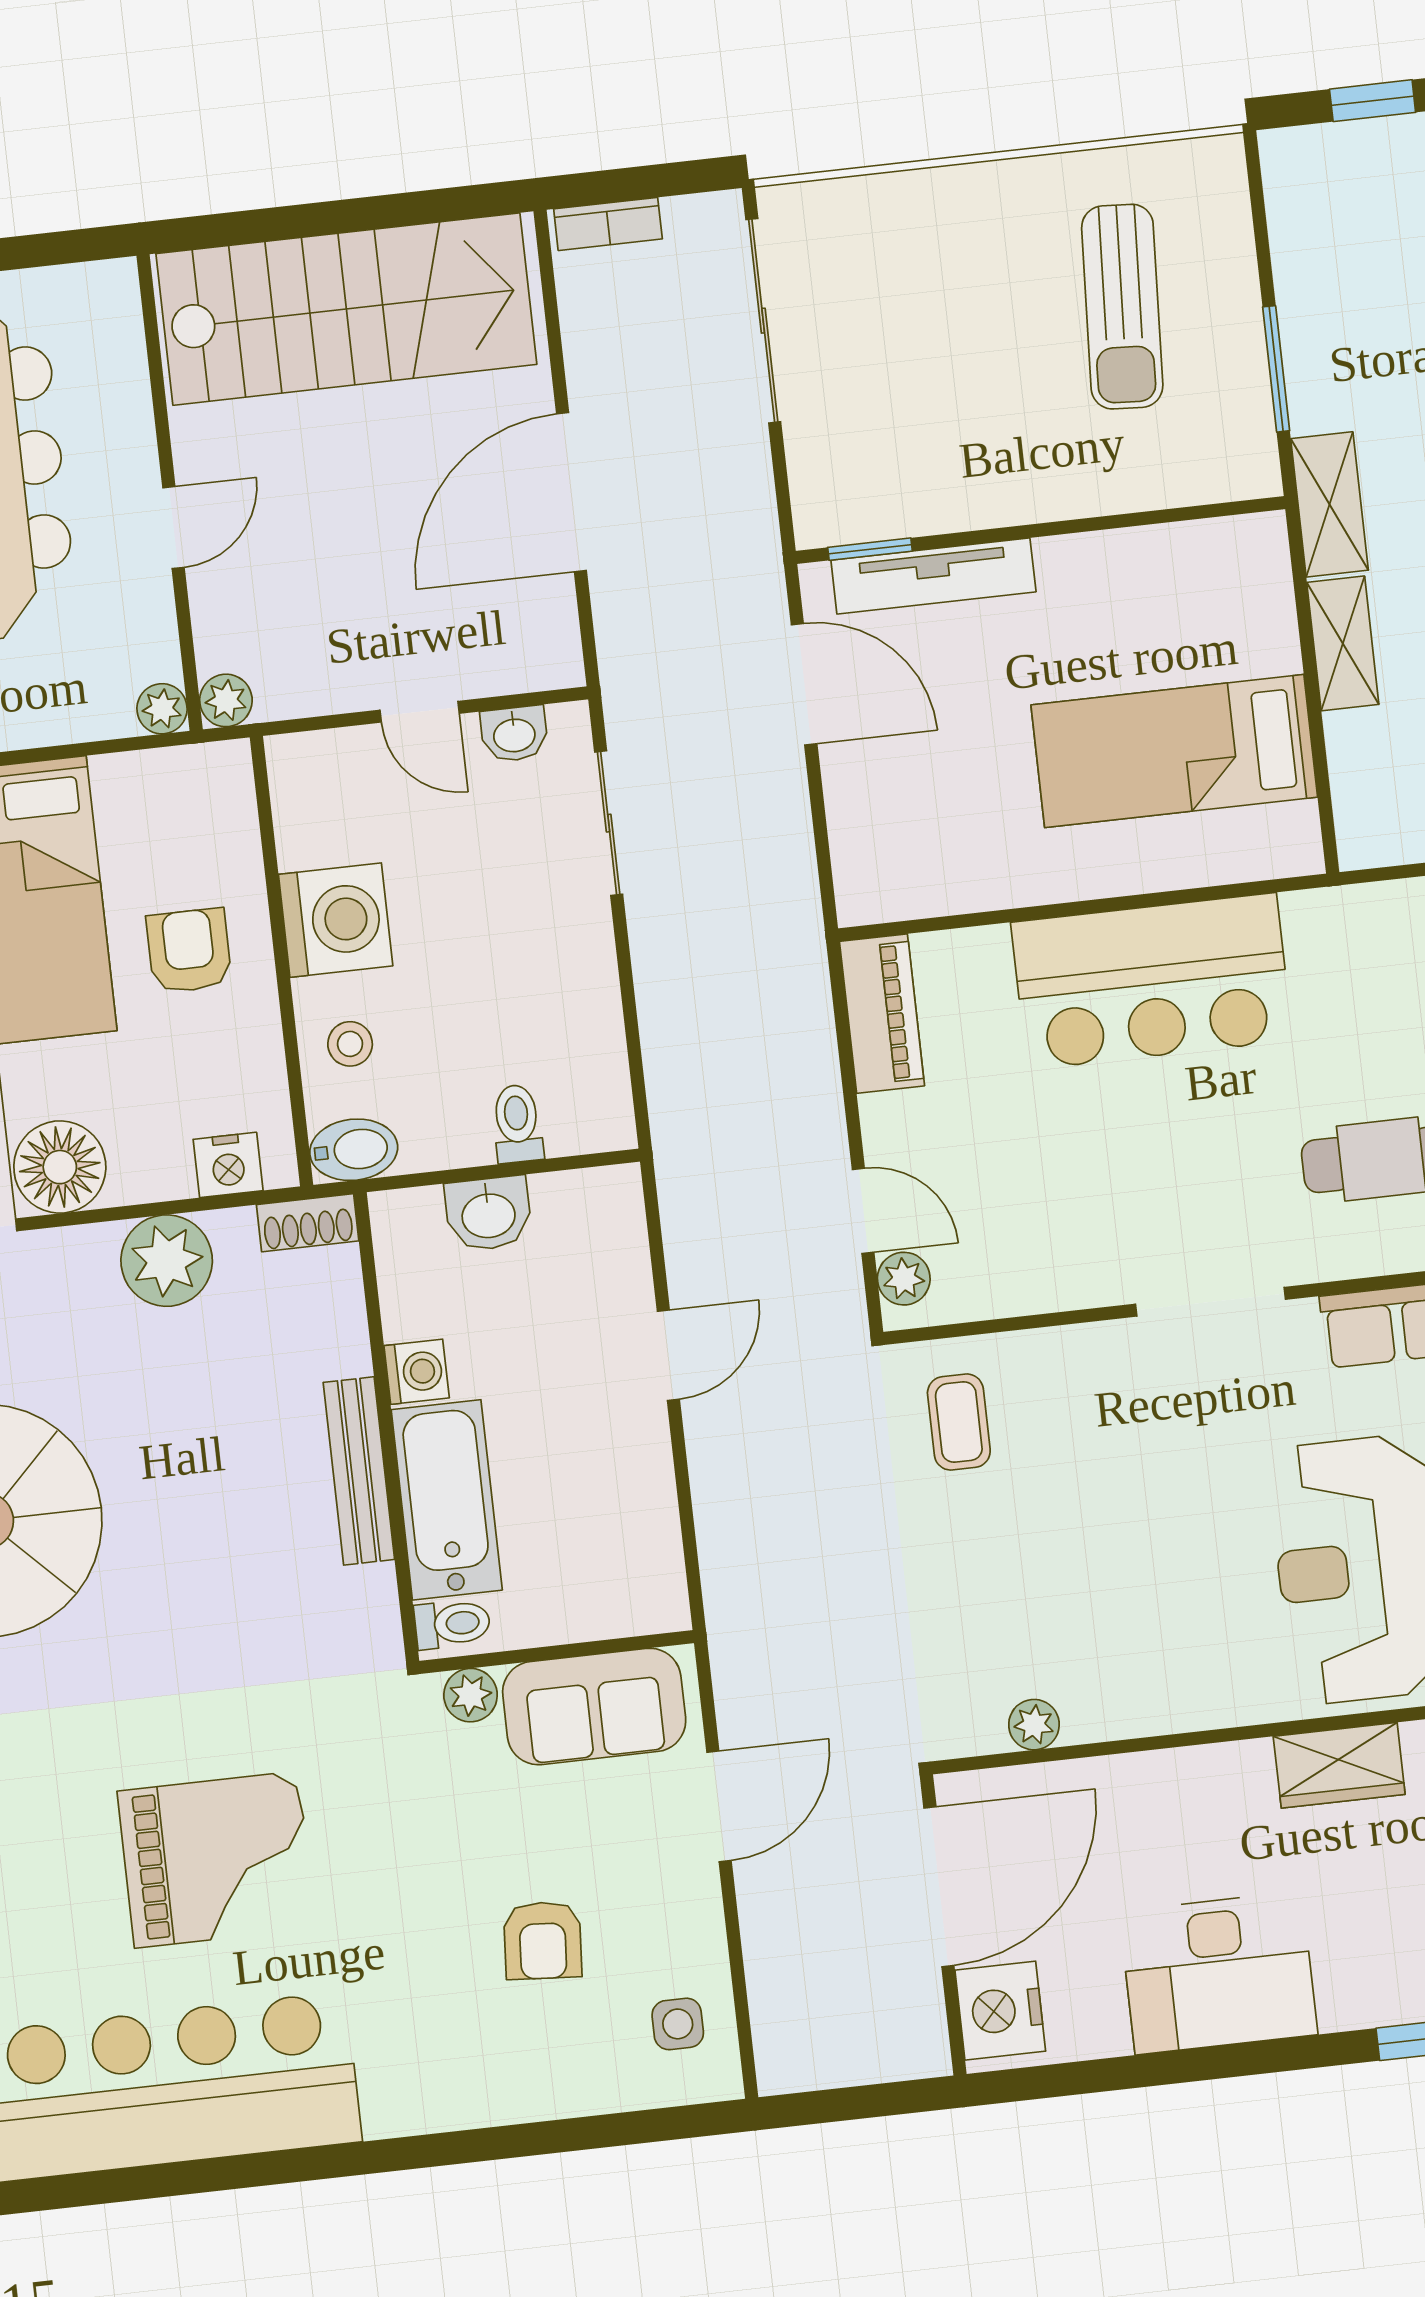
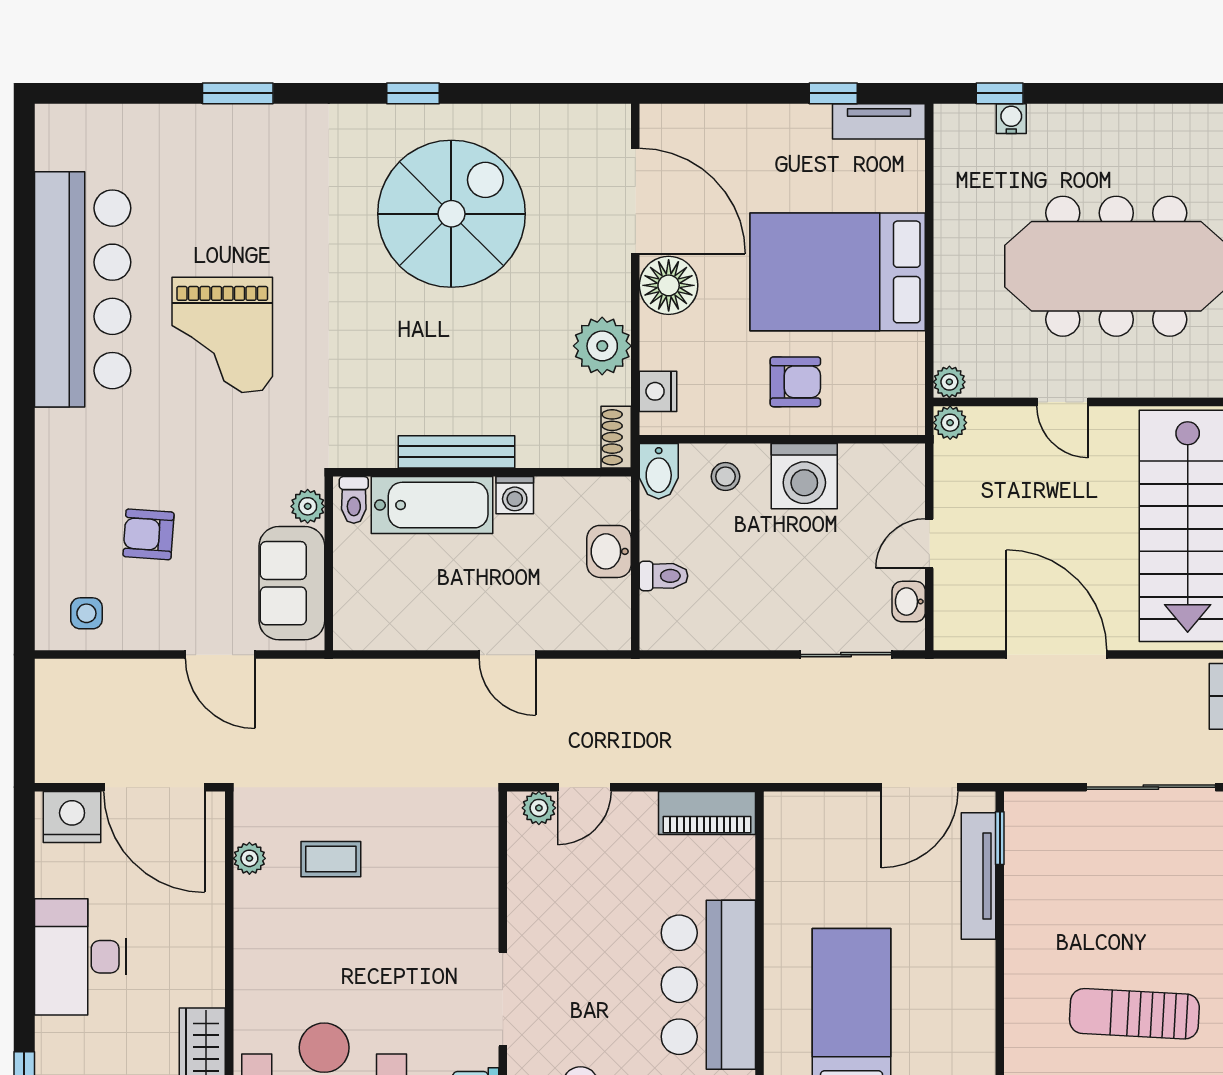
coffee table: (959, 1422) -> (331, 859), moved

